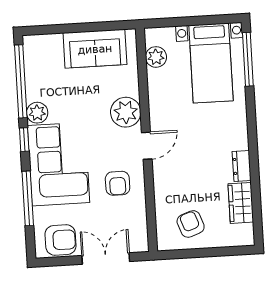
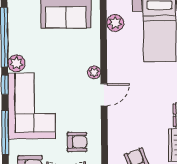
plant: (126, 112) -> (94, 72), width x0.53, depth x0.53
armchair: (118, 183) -> (77, 142), moved, turned -90

